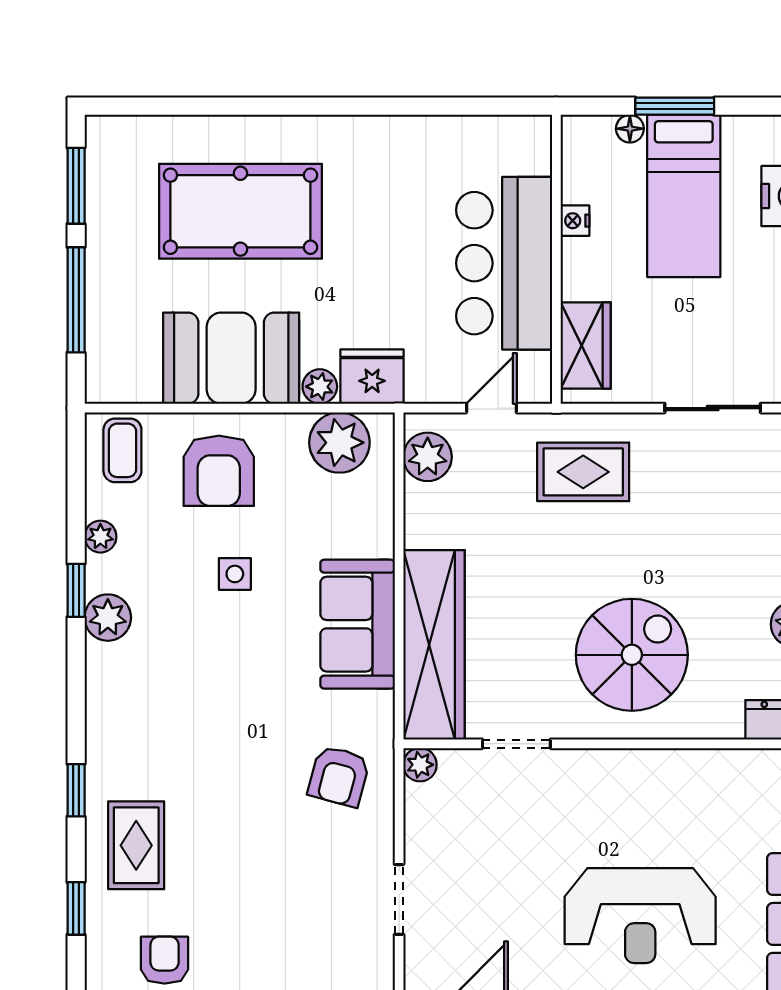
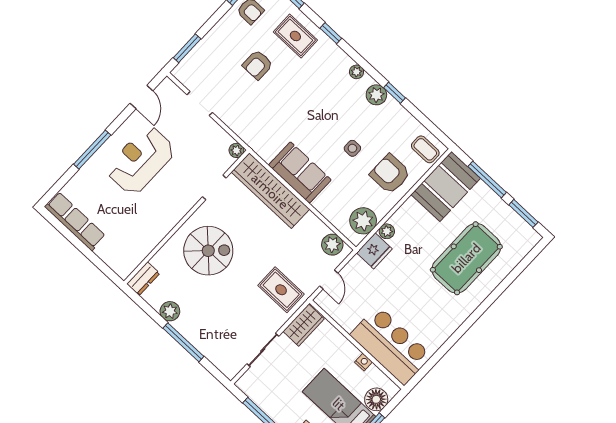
floor lamp: (630, 129) -> (376, 399), width x1.89, depth x1.89
bar counter: (504, 263) -> (391, 345), moved
wardrobe: (586, 346) -> (304, 325), moved, turned -90
booth: (231, 358) -> (446, 186), moved
rug: (583, 472) -> (281, 290), turned 90
plant: (100, 537) -> (357, 72), moved
spiral stairs: (632, 655) -> (208, 251), turned -90
armchair: (339, 776) -> (258, 65), moved, turned -105
reception desk: (640, 916) -> (141, 160), moved

